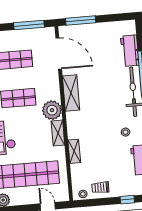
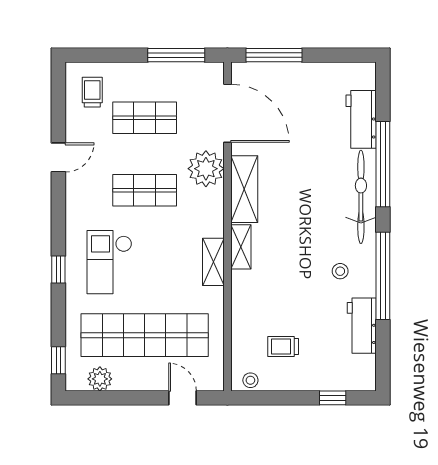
plant: (52, 110) -> (206, 169), moved
shelving: (74, 151) -> (241, 247), moved
trolley: (100, 187) -> (283, 346), moved

